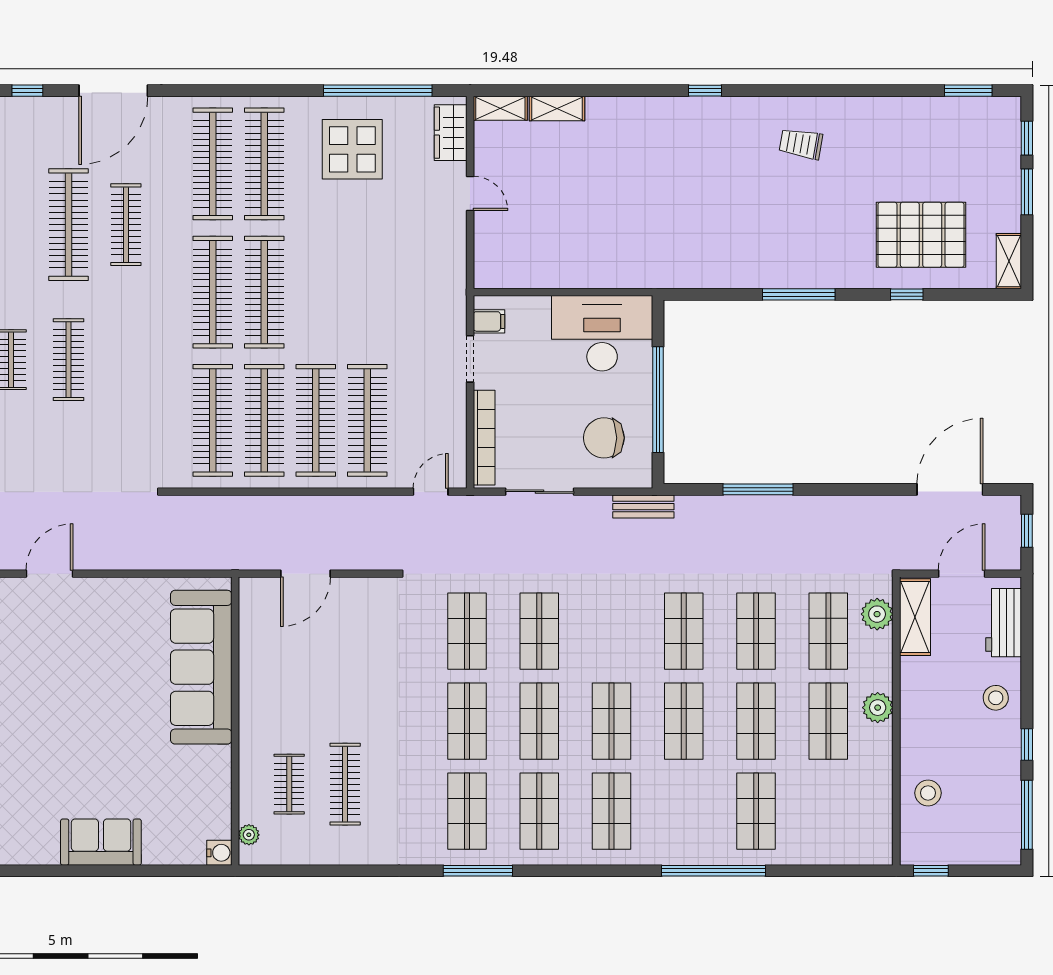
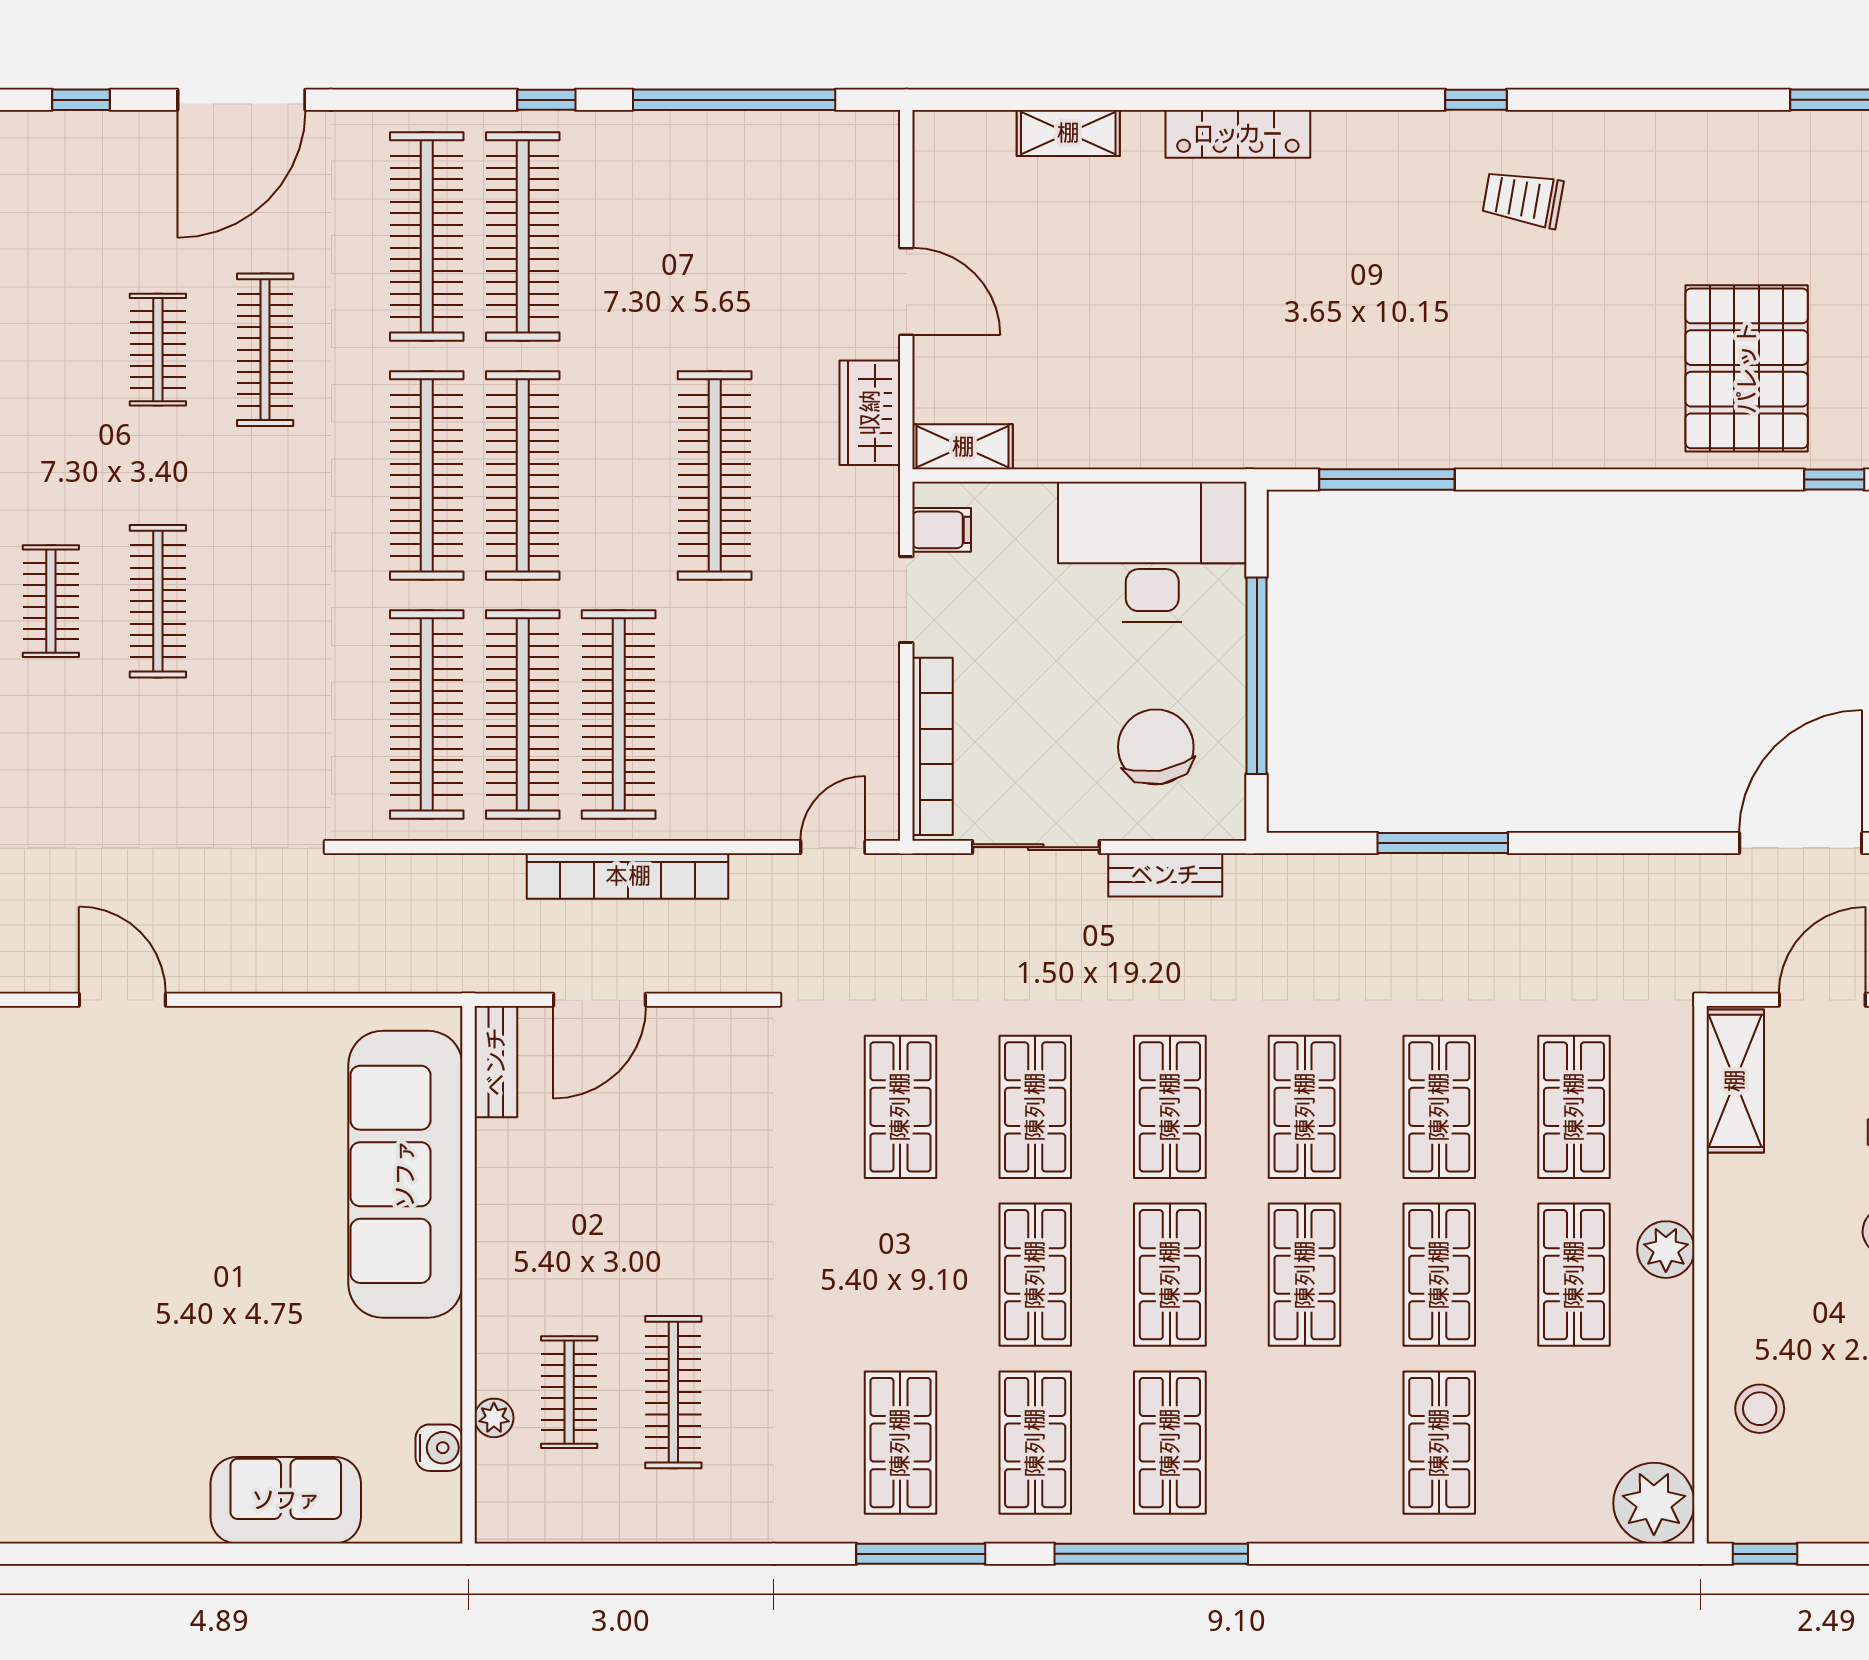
window: (277, 91) -> (546, 100), added
window: (705, 91) -> (1476, 100), moved
shelving: (500, 108) -> (963, 447), moved
locker: (648, 109) -> (1238, 134), added
wardrobe: (451, 133) -> (870, 413), moved
display table: (352, 149) -> (687, 209), removed
door: (470, 193) -> (906, 291), width x1.38
clothes rail: (69, 225) -> (158, 350), width x0.54, depth x0.76
pallet: (921, 235) -> (1747, 368), turned 90
window: (799, 294) -> (1387, 479), moved
window: (907, 294) -> (1834, 479), moved
clothes rail: (367, 420) -> (715, 475), moved
chair: (604, 438) -> (1156, 747), turned 81
bookcase: (320, 507) -> (628, 876), added
bench: (643, 507) -> (1165, 875), moved
door: (49, 574) -> (122, 1000), hinge flipped
bench: (250, 607) -> (496, 1062), added
plant: (877, 614) -> (1654, 1503), moved, width x1.36, depth x1.36
shop shelf: (467, 721) -> (1170, 1107), moved
plant: (249, 835) -> (494, 1418), moved
sofa: (101, 842) -> (286, 1500), moved
water cooler: (219, 853) -> (439, 1448), moved
window: (714, 871) -> (1151, 1554), moved

